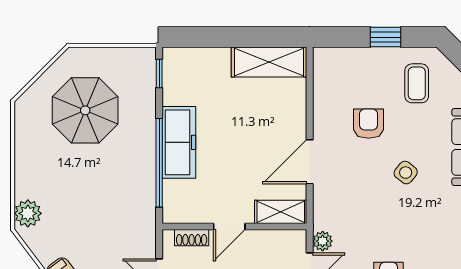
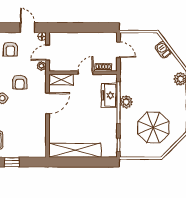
shelving: (269, 62) -> (75, 150), width x1.47
armchair: (368, 124) -> (20, 82), moved
freezer: (179, 142) -> (109, 95), moved, width x0.71
plant: (143, 165) -> (126, 102), added

